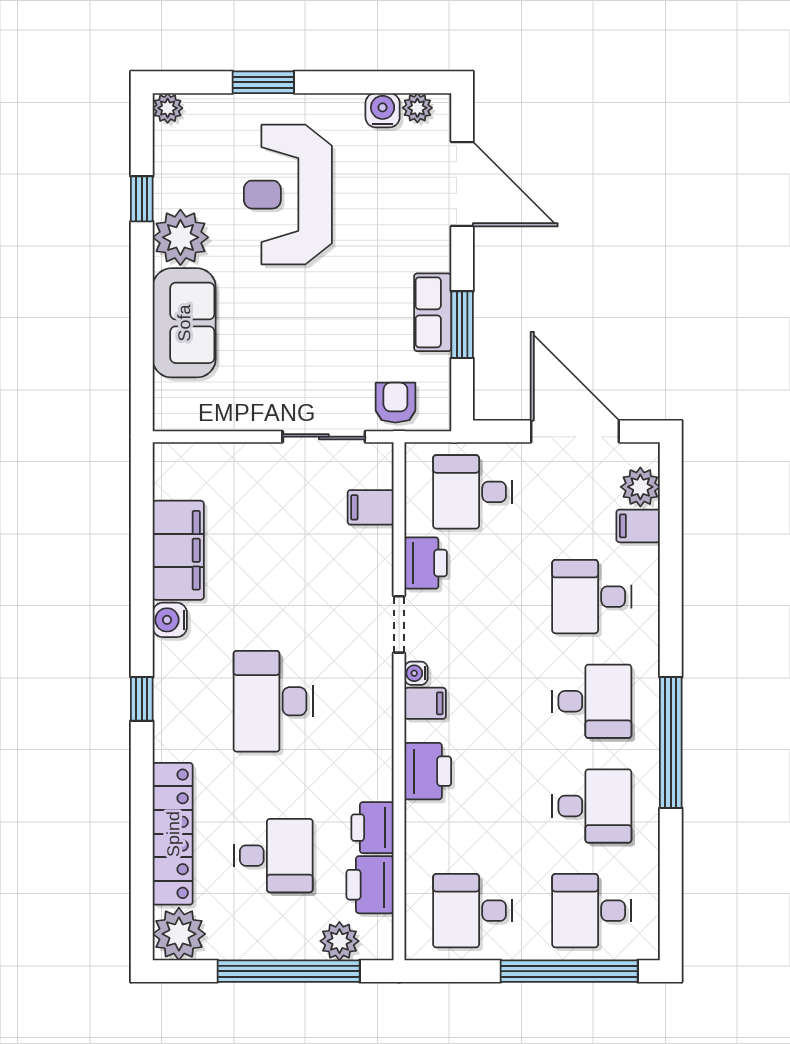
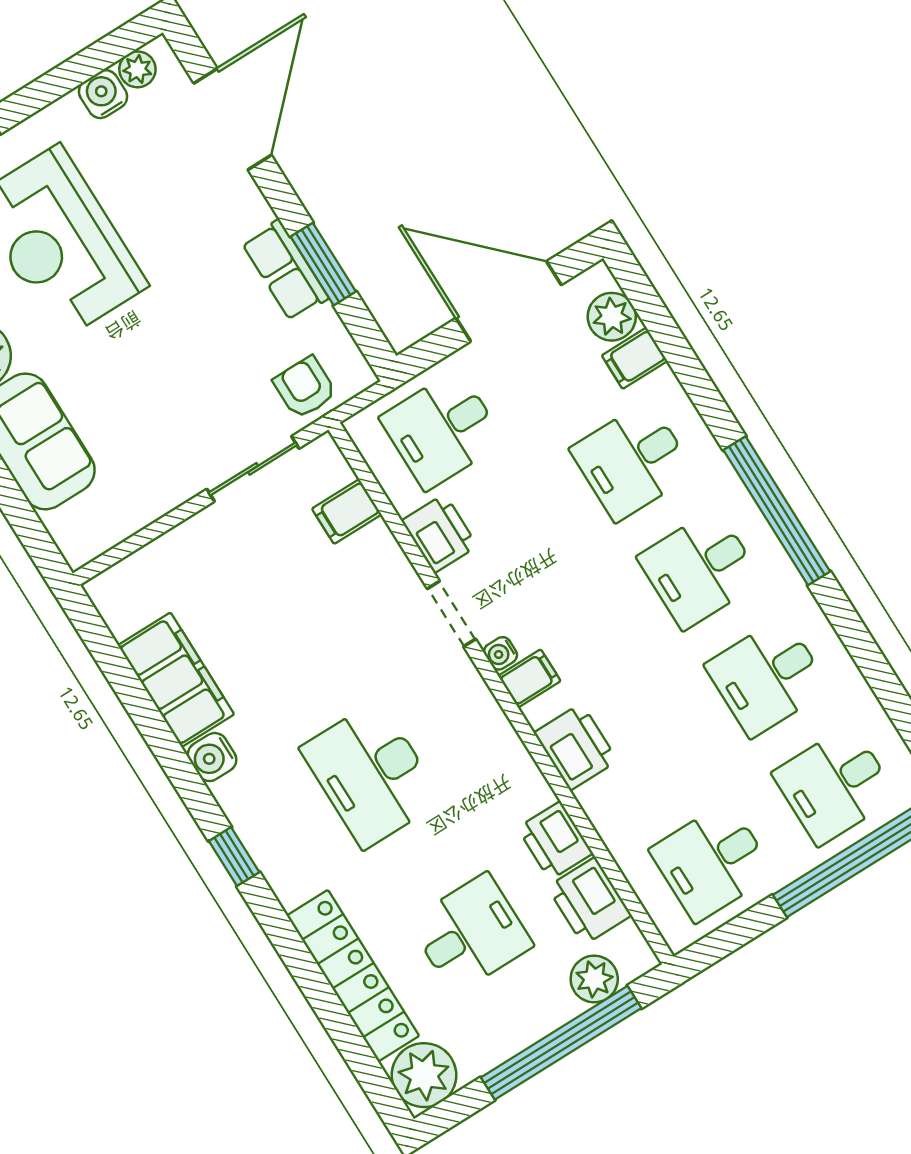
door: (462, 184) -> (233, 119), hinge flipped
desk: (592, 701) -> (700, 569), turned 180
window: (671, 742) -> (777, 511), moved
desk: (592, 806) -> (767, 677), turned 180

